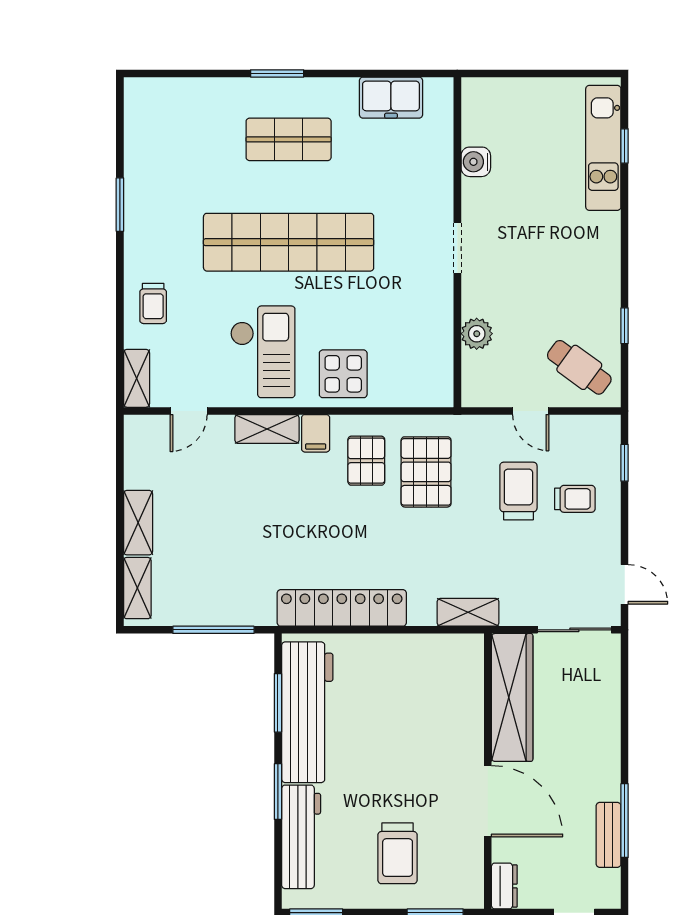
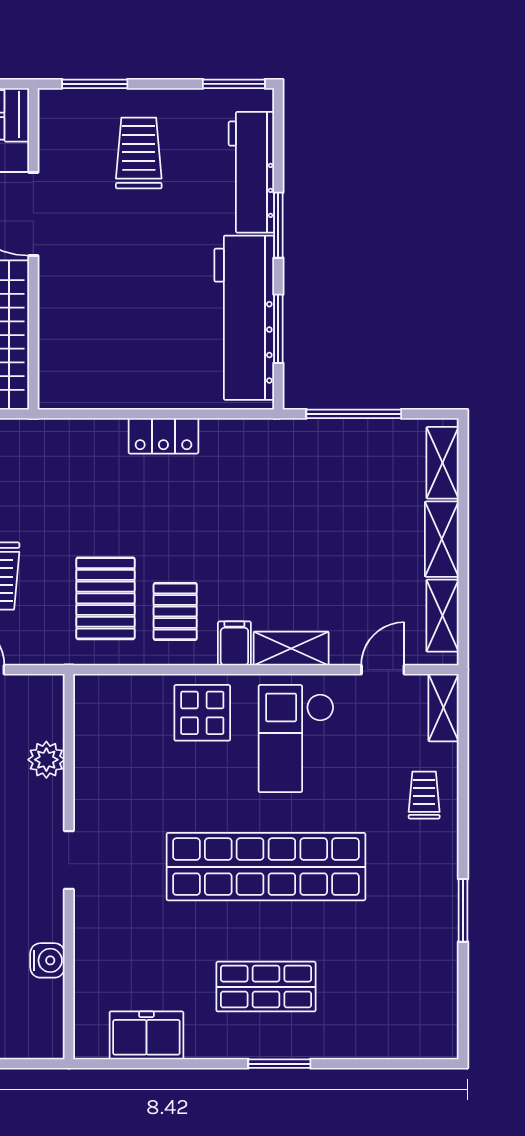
locker: (342, 608) -> (163, 436), width x0.46, depth x0.83
shelving: (468, 612) -> (443, 616), moved, turned 90

